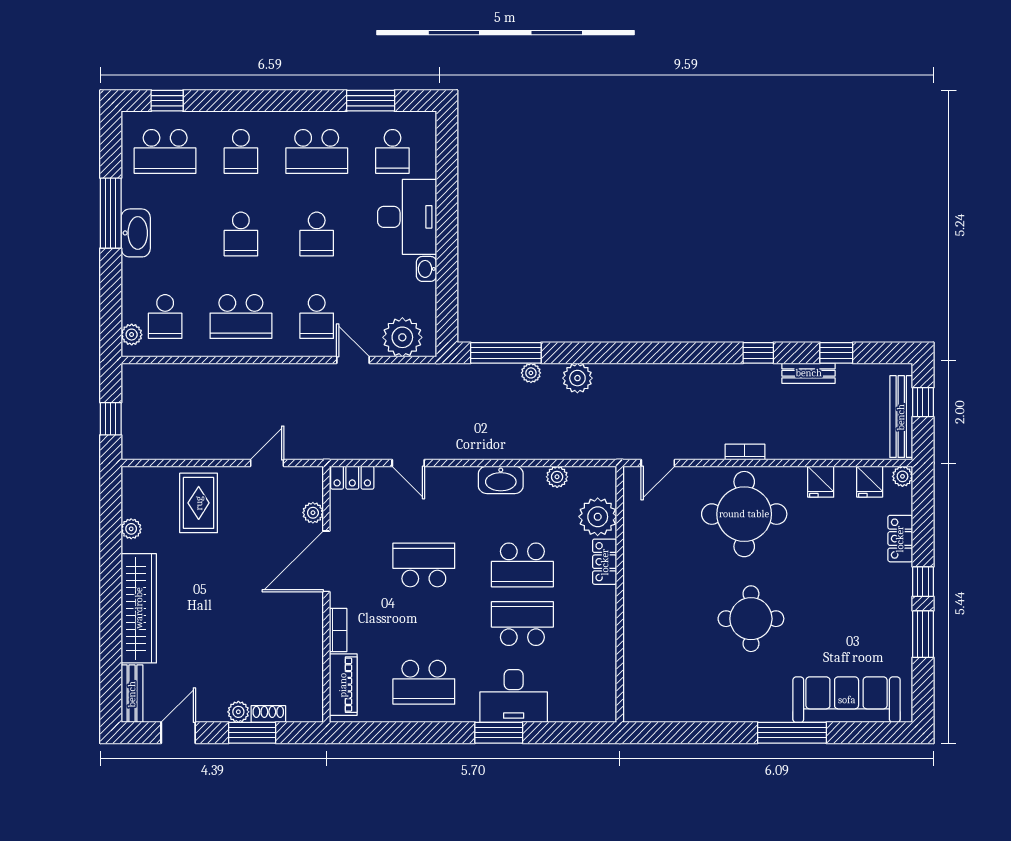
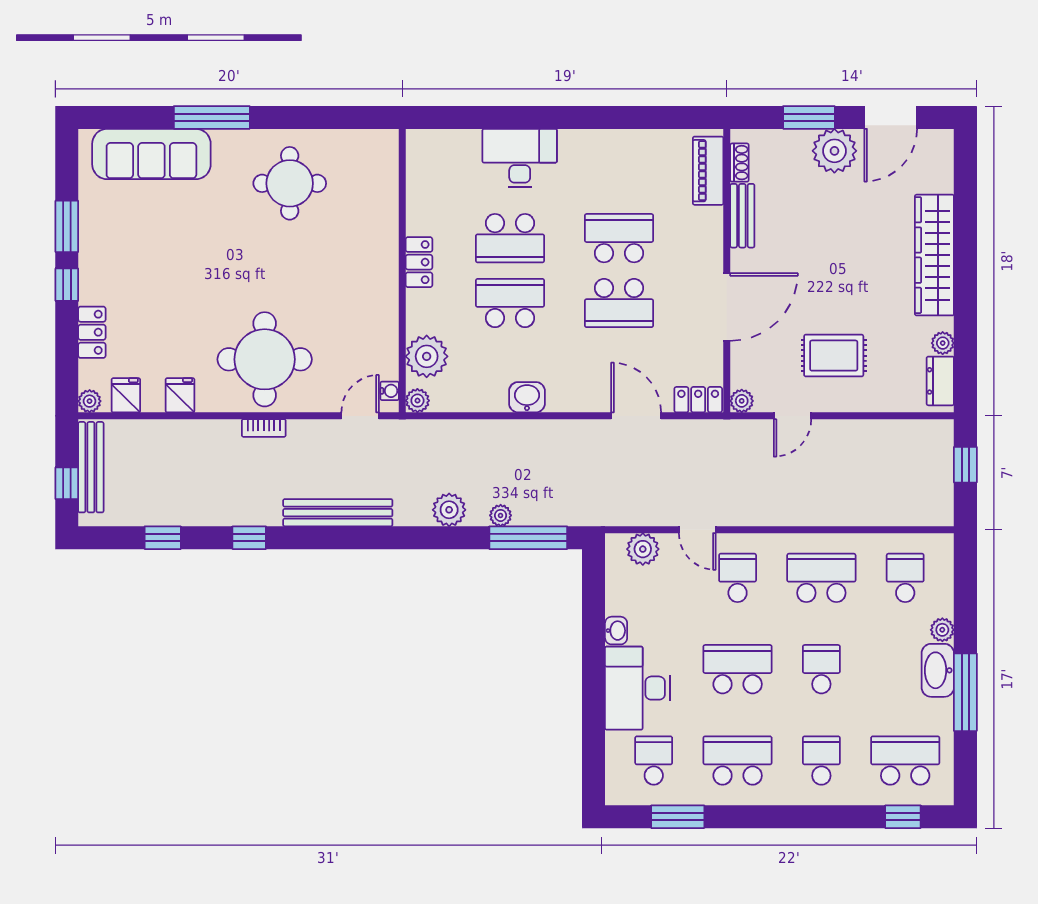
school desk: (317, 234) -> (738, 669), width x1.85
plant: (132, 335) -> (942, 630), moved
plant: (402, 337) -> (643, 549), width x0.73, depth x0.73
bench: (809, 373) -> (338, 513), moved, width x1.86, depth x1.21
door: (408, 463) -> (636, 416), width x1.37
plant: (557, 477) -> (417, 401), moved
washbasin: (501, 480) -> (527, 397), width x0.72
water cooler: (631, 486) -> (390, 391), added
dresser: (133, 495) -> (940, 381), added
rug: (199, 503) -> (834, 356), moved, turned 90
plant: (313, 513) -> (742, 401), moved
locker: (605, 562) -> (419, 262), moved
round table: (751, 619) -> (290, 183), moved
bookcase: (338, 630) -> (714, 231), removed
school desk: (424, 682) -> (619, 238), moved
bench: (132, 694) -> (742, 216), moved
plant: (238, 712) -> (834, 151), width x1.87, depth x1.87
shoe rack: (268, 714) -> (739, 163), moved, turned -90
door: (178, 733) -> (891, 117), width x1.38
window: (499, 733) -> (536, 117), removed

